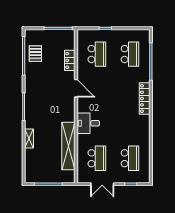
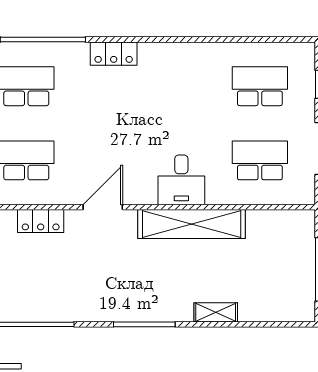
pallet: (35, 54) -> (25, 298), removed
locker: (145, 99) -> (114, 54), width x0.66
shelving: (68, 146) -> (192, 224), moved

